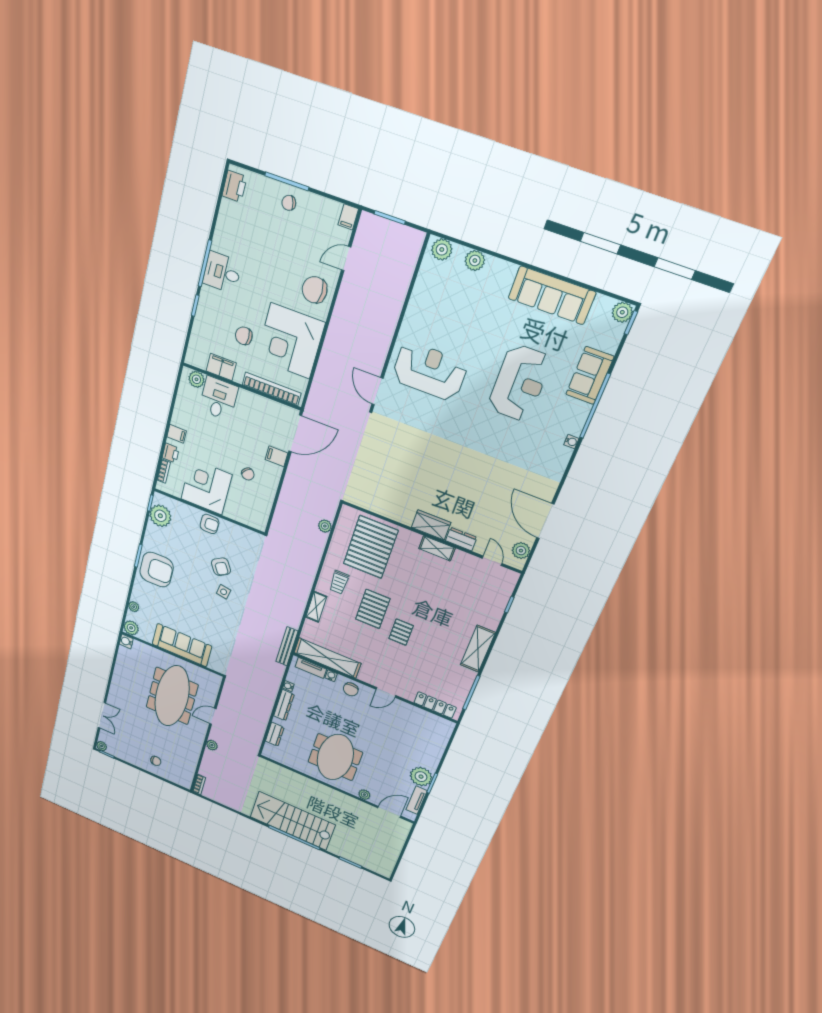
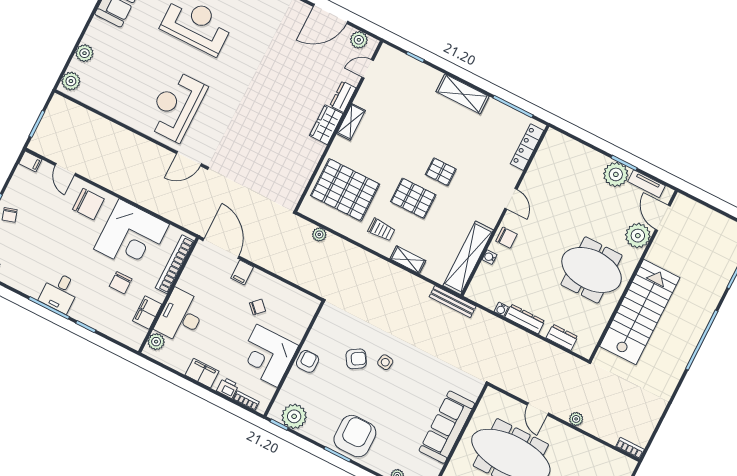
chair: (315, 290) -> (88, 204), turned -90
desk: (219, 398) -> (181, 316), width x1.37
filing cabinet: (177, 434) -> (202, 373), width x2.00
tv unit: (311, 668) -> (479, 279), removed
plant: (364, 795) -> (638, 236), width x1.88, depth x1.88
stairs: (293, 821) -> (640, 312), moved, turned 180

